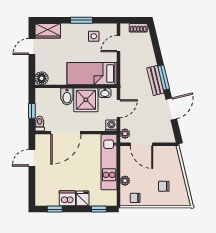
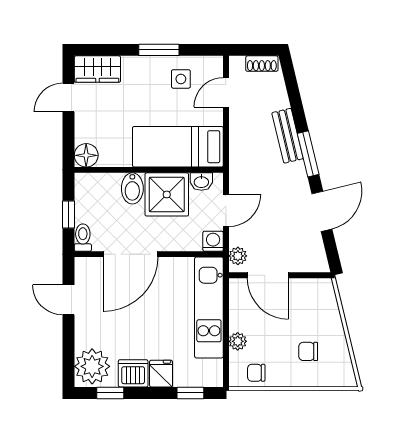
bench: (155, 80) -> (288, 136), moved
door: (32, 158) -> (69, 300), hinge flipped
plant: (45, 194) -> (92, 366), added

